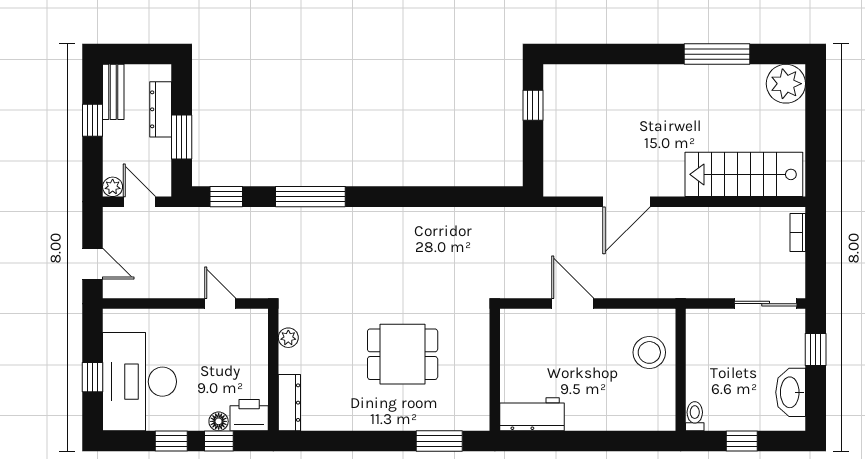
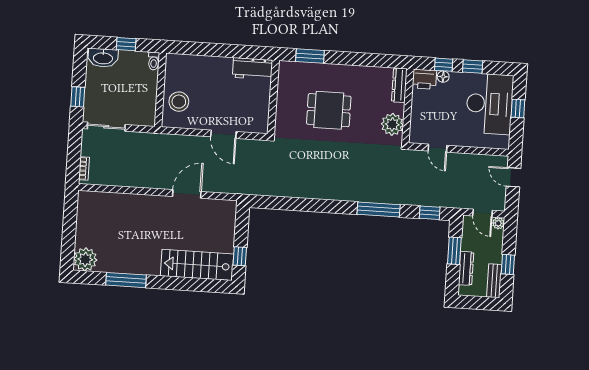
stairs: (744, 174) -> (197, 265), moved, turned 180
plant: (288, 338) -> (392, 124), width x1.88, depth x1.88
washbasin: (791, 392) -> (103, 58), moved, turned 90

